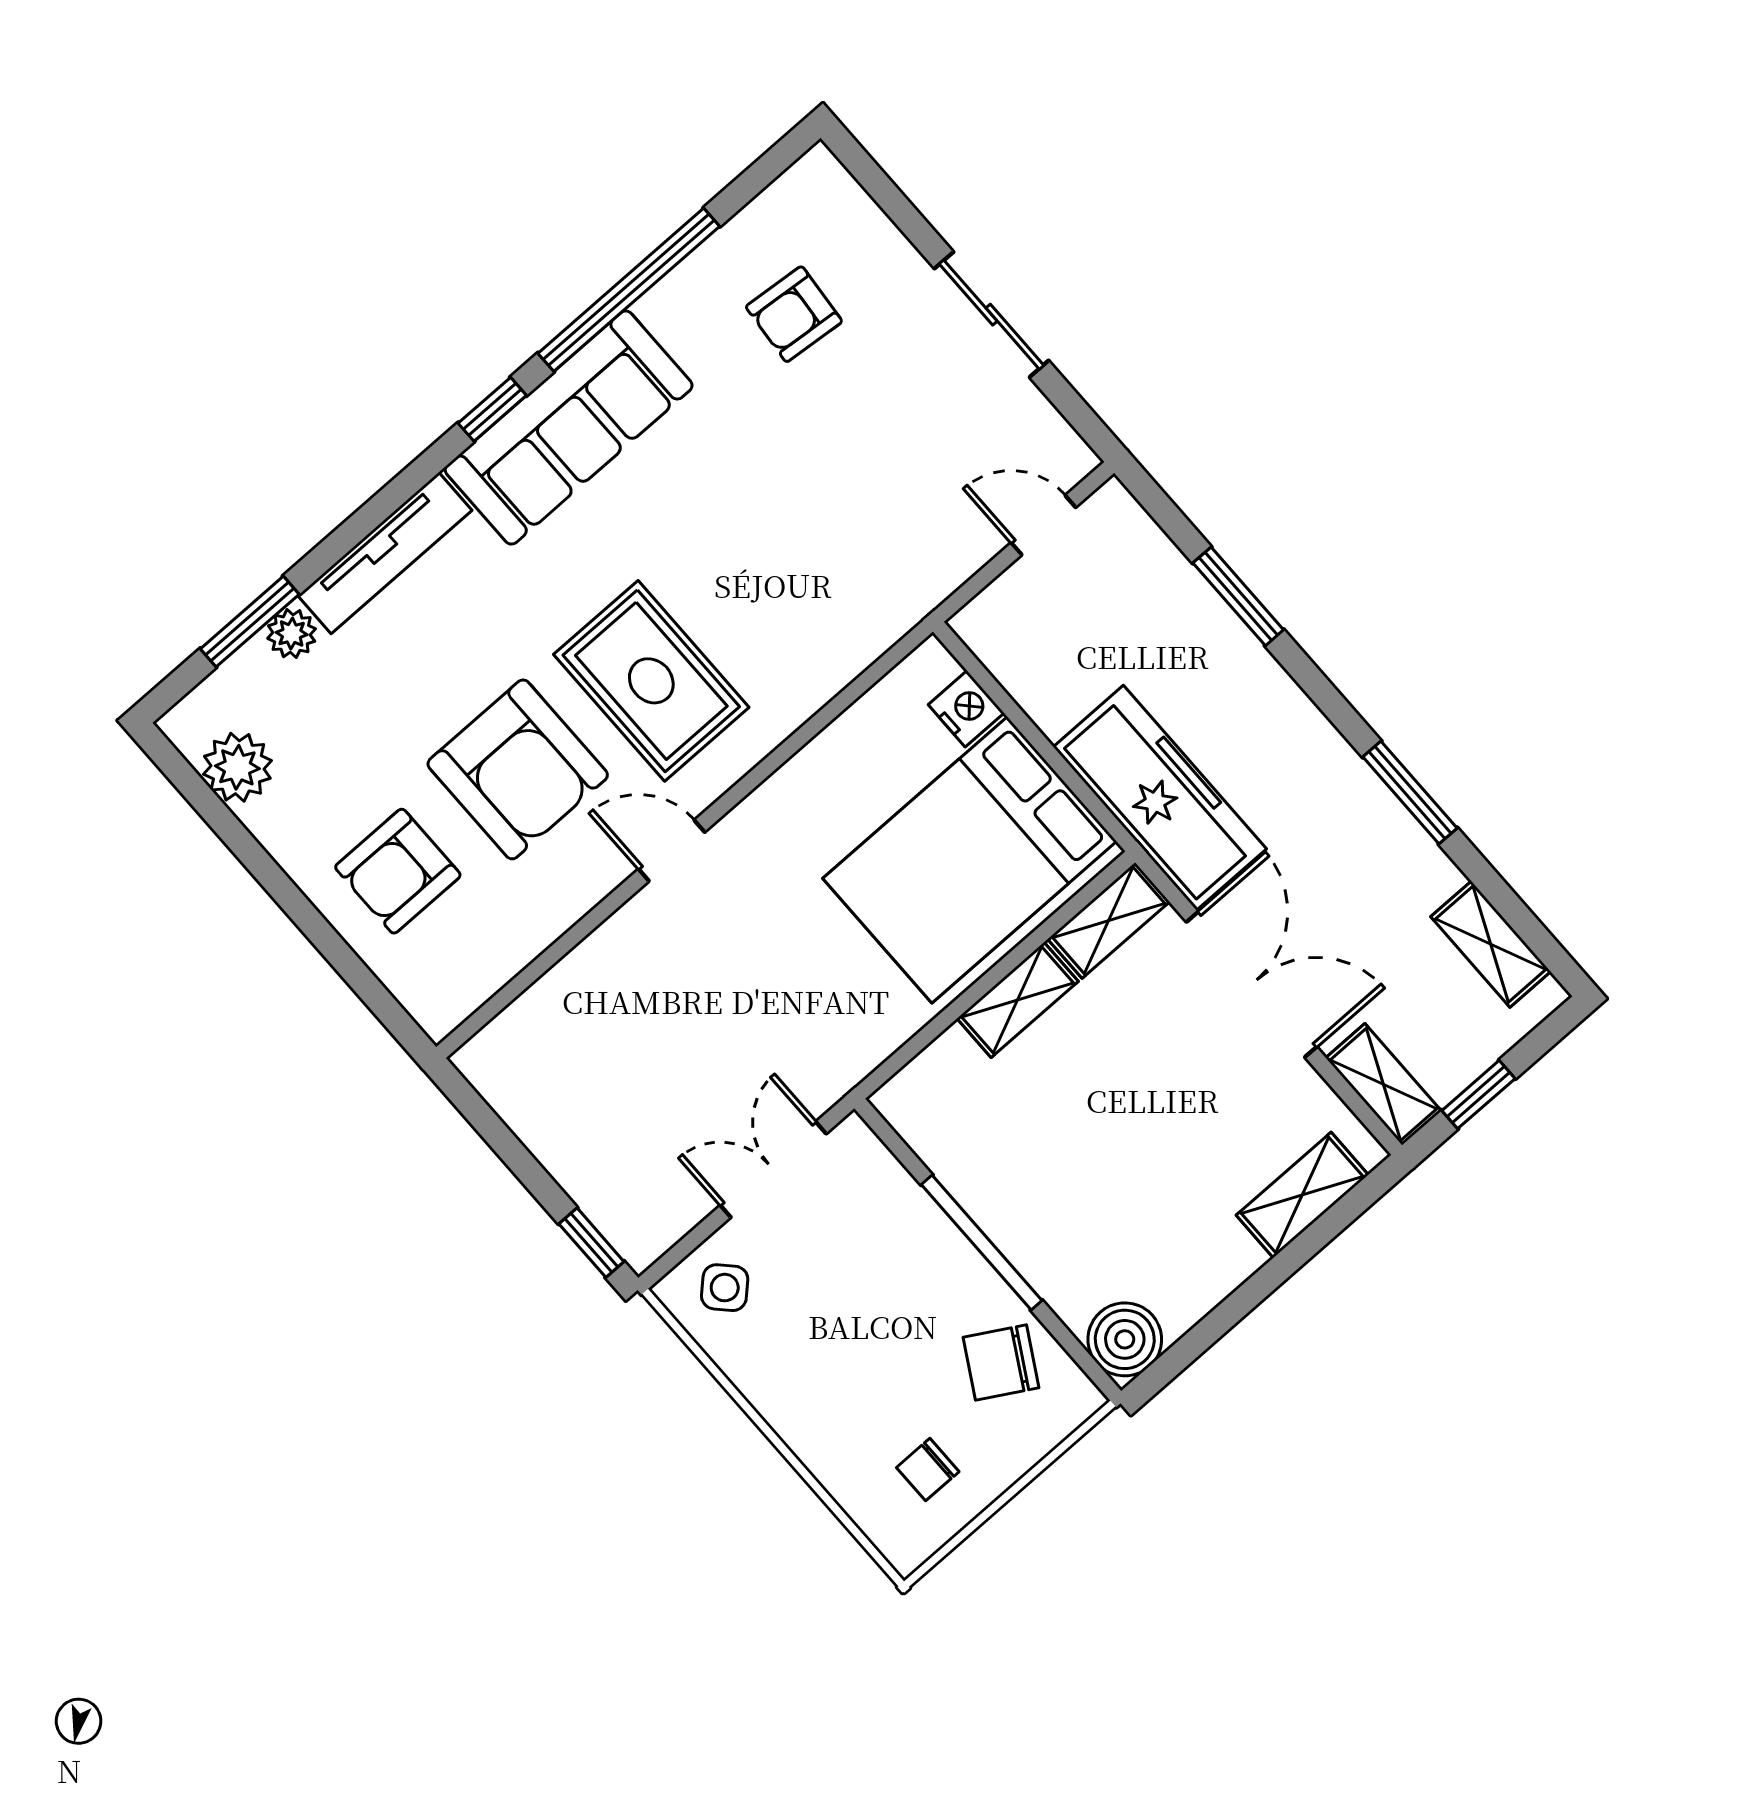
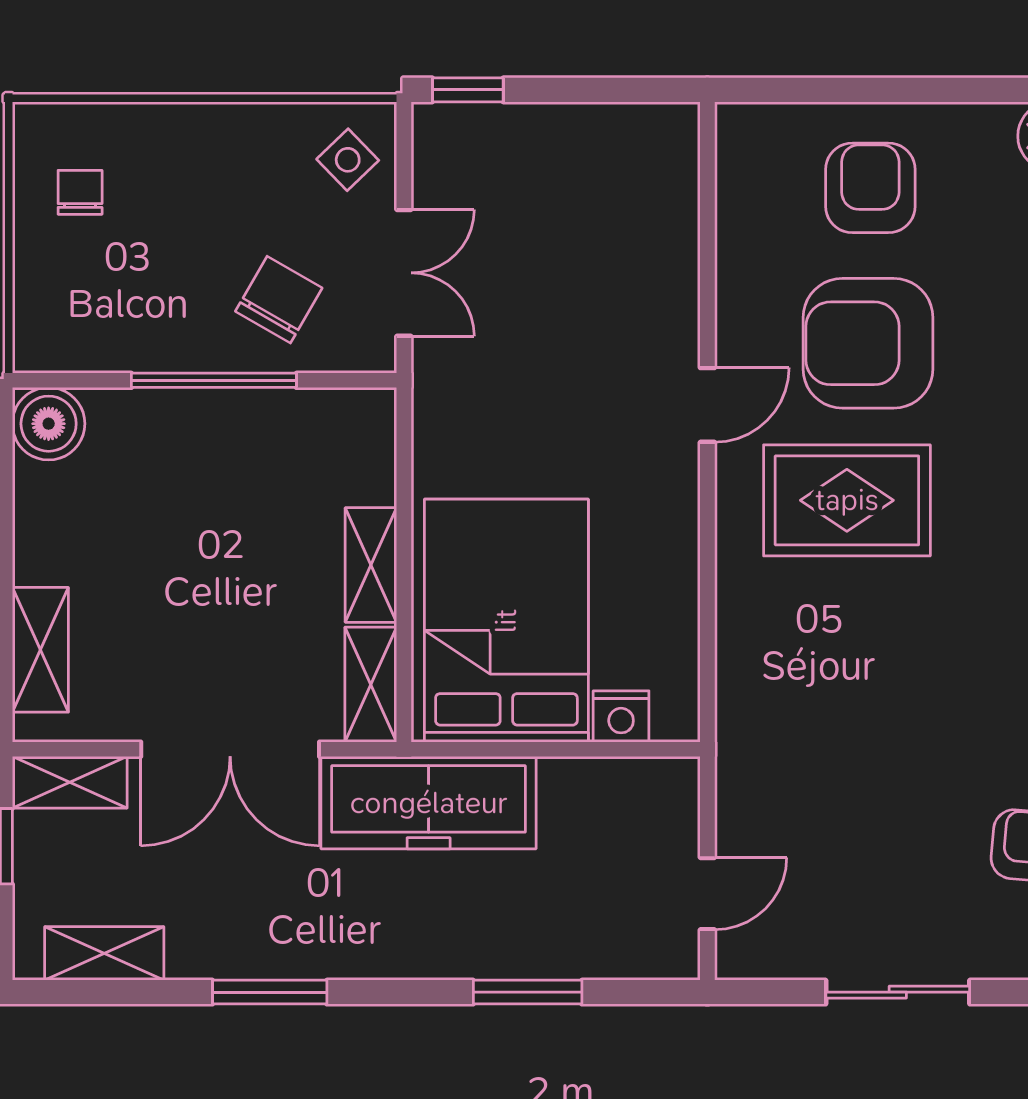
chair: (1001, 1363) -> (279, 300), moved

